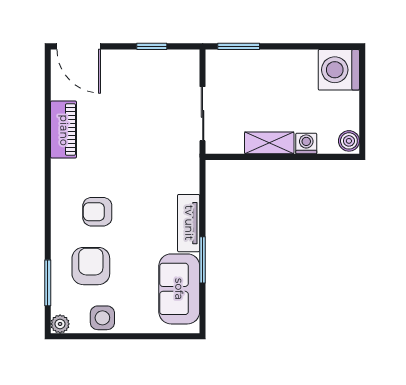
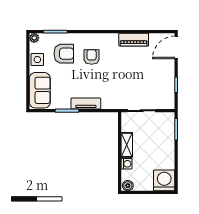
sofa: (179, 289) -> (40, 90), moved, turned 90

